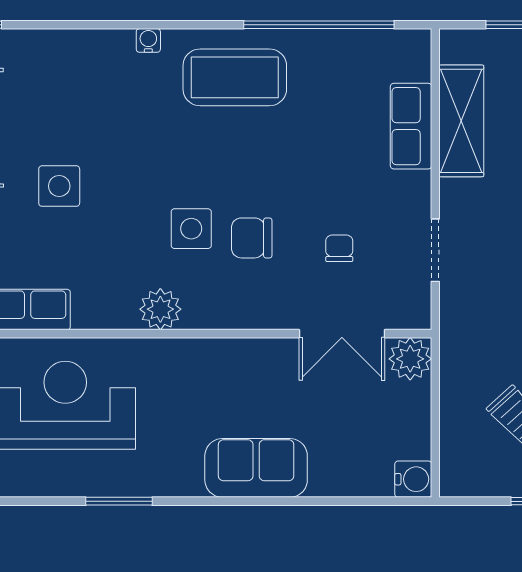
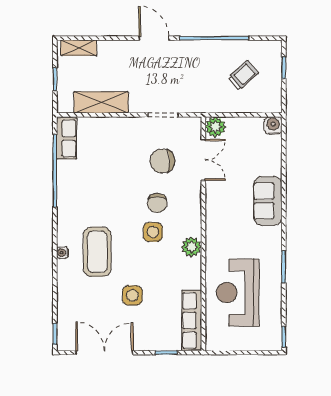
coffee table: (235, 77) -> (97, 252), moved
row of seats: (411, 126) -> (67, 139), moved, turned -90
chair: (339, 248) -> (162, 161), width x1.87, depth x1.87

